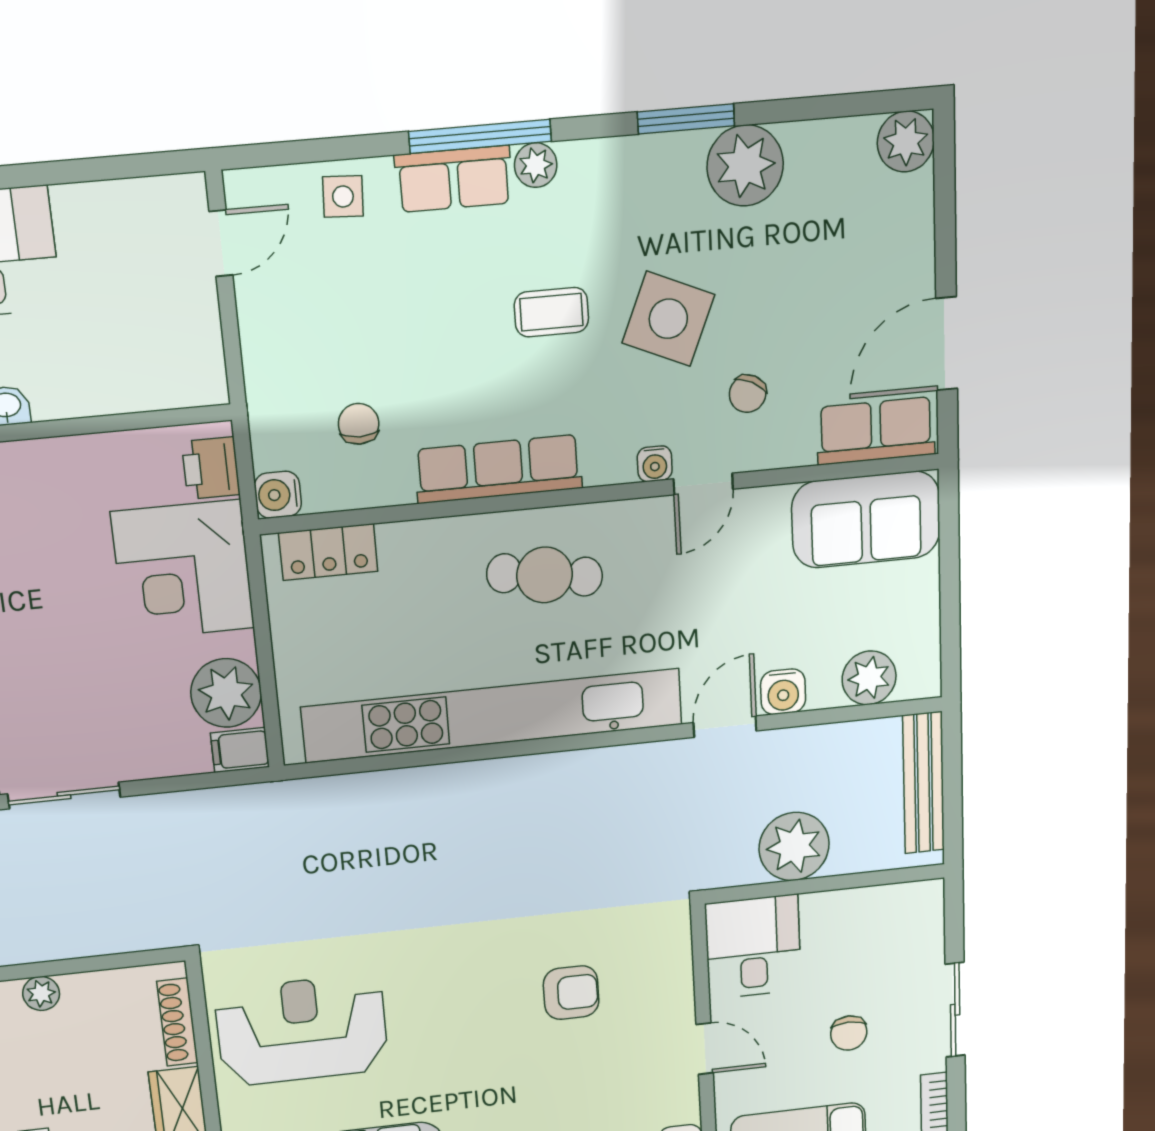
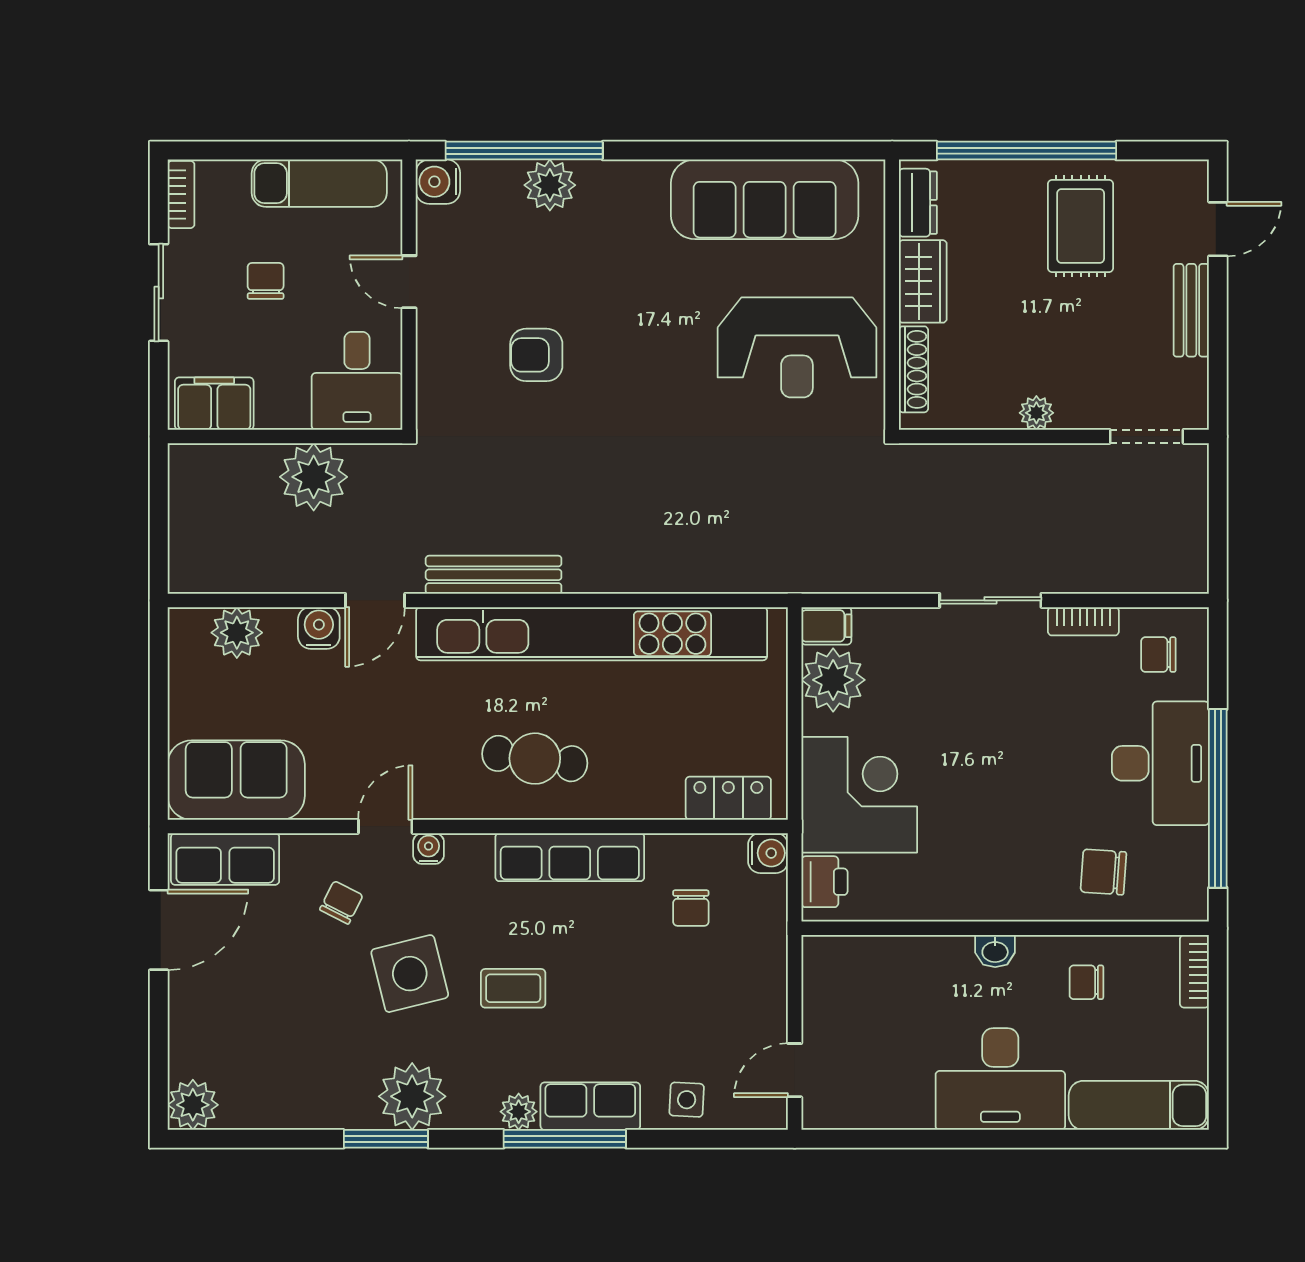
plant: (745, 166) -> (412, 1096), moved
side table: (668, 319) -> (410, 974), turned -37
bench: (924, 783) -> (494, 575), moved, turned 90
filing cabinet: (898, 908) -> (214, 404), added

